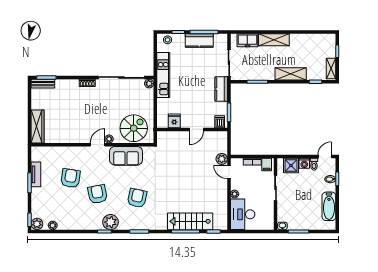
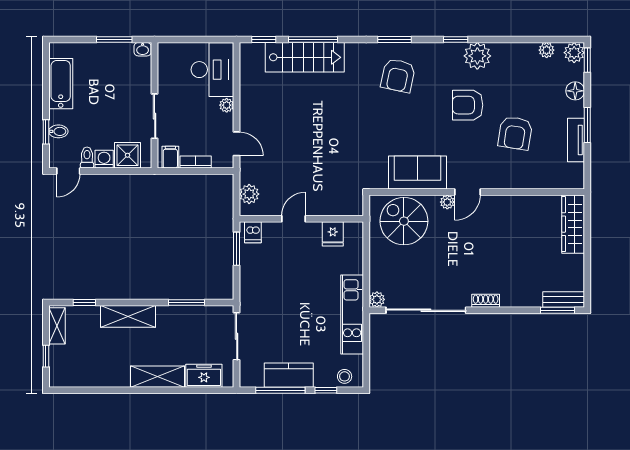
kitchen counter: (221, 89) -> (250, 290), removed
spiral stairs: (134, 128) -> (404, 221), turned 90
plant: (222, 159) -> (249, 194), moved
armchair: (98, 194) -> (468, 105), turned 101
armchair: (137, 198) -> (398, 76), moved
floor lamp: (36, 202) -> (575, 91), added
plant: (111, 222) -> (477, 56), moved

